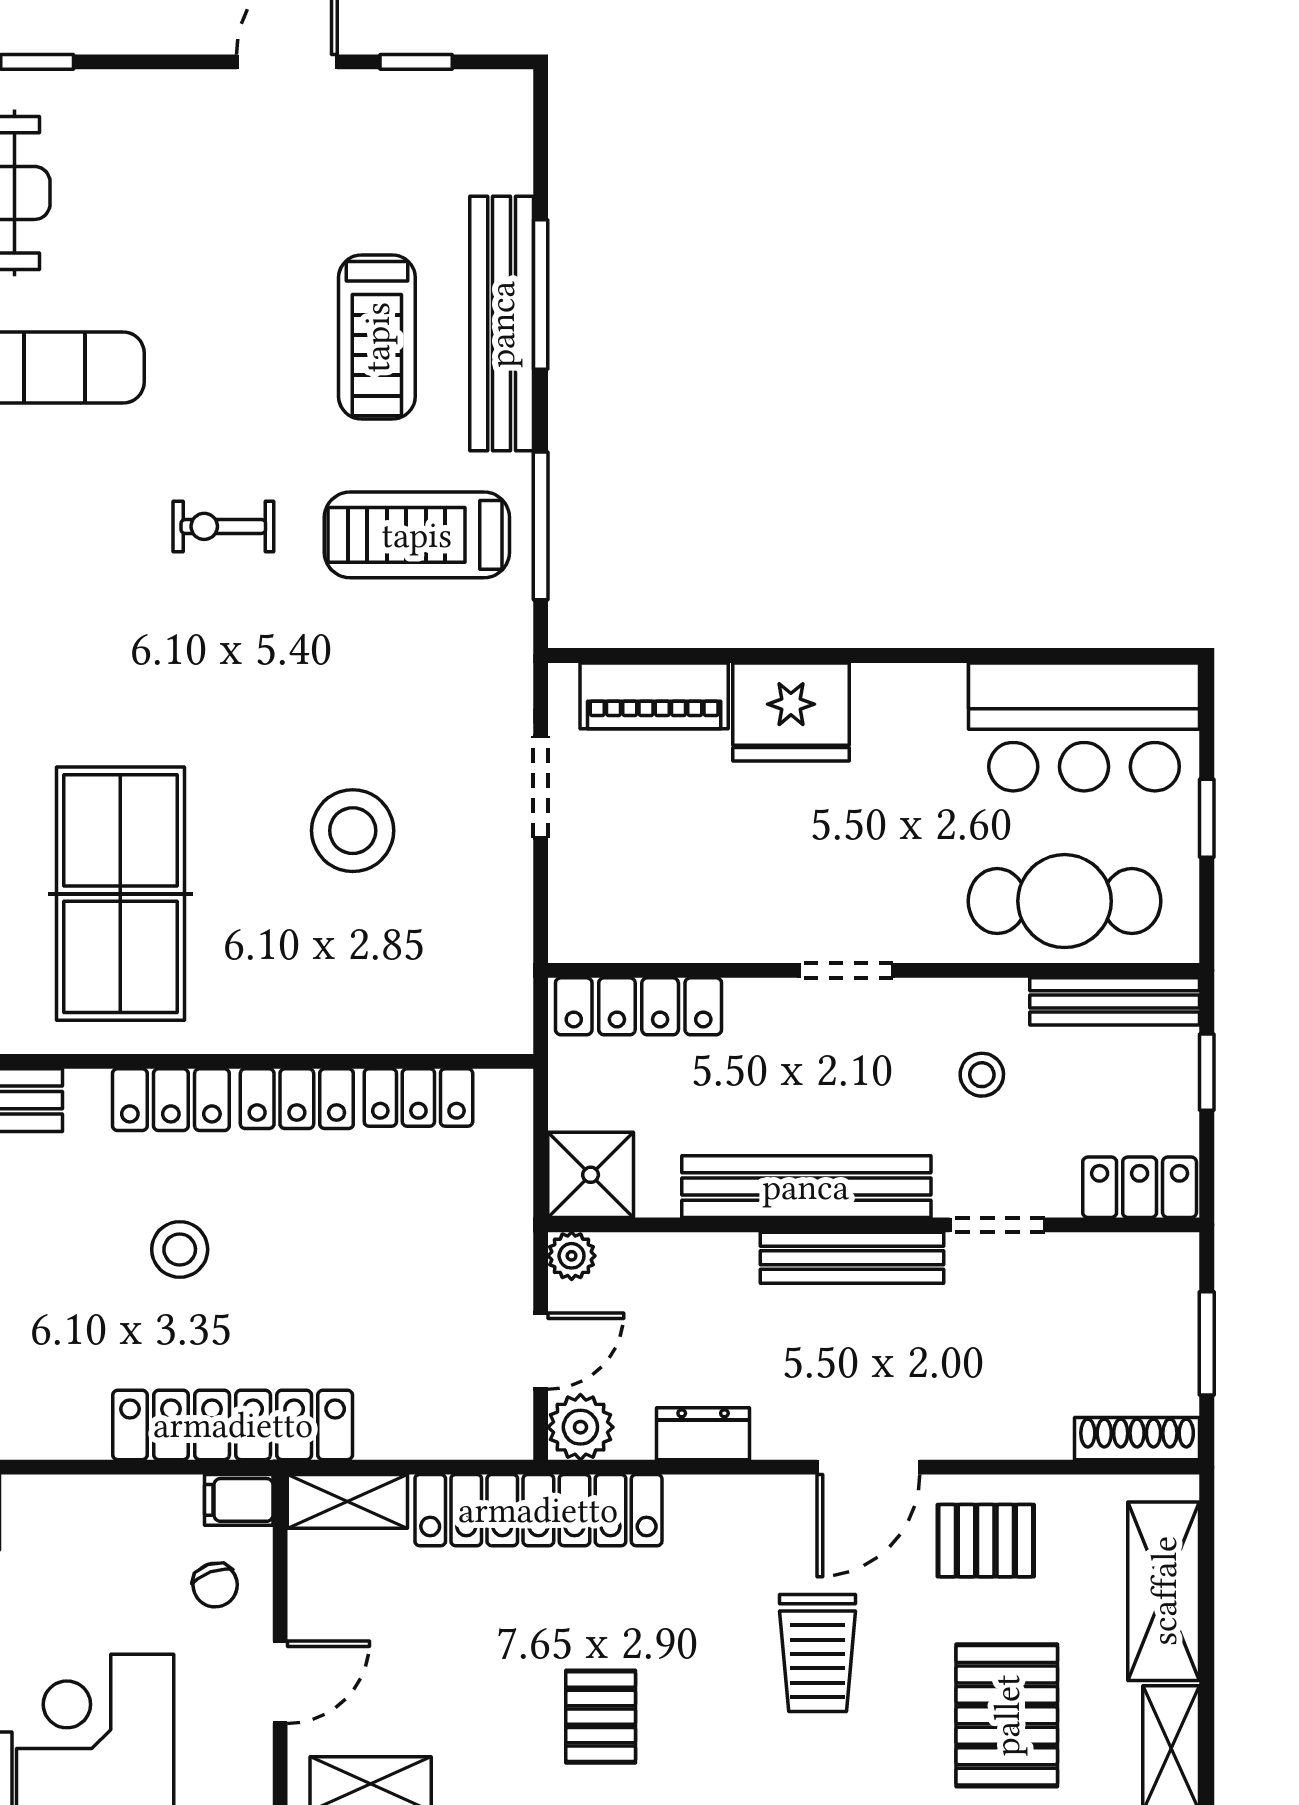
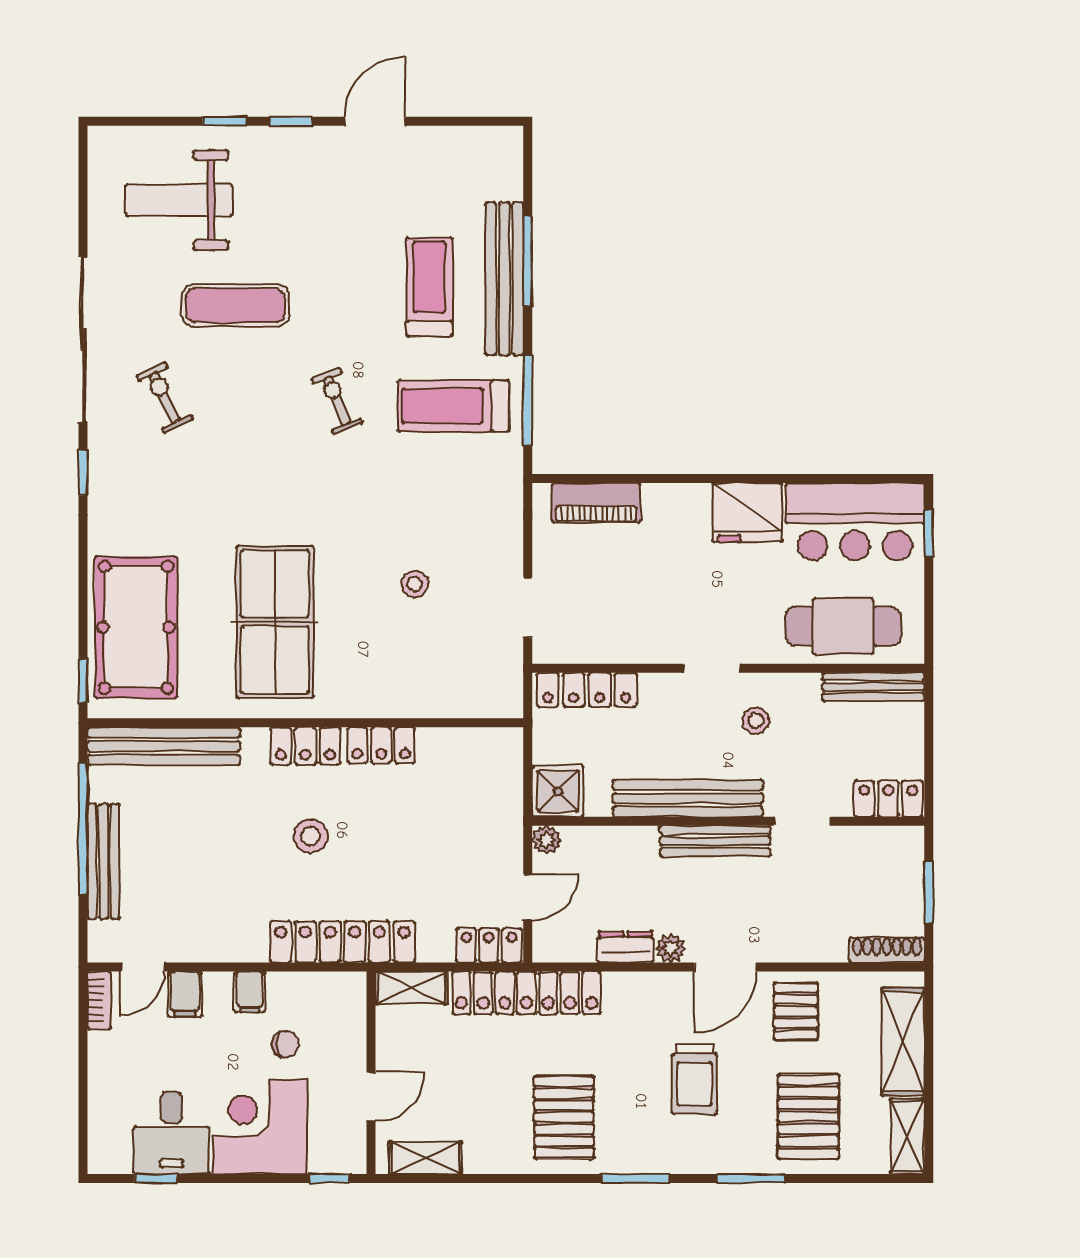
window: (416, 62) -> (291, 121), moved
treadmill: (377, 337) -> (429, 287), turned 180
exercise bike: (223, 526) -> (337, 401), turned 68
fridge: (791, 712) -> (748, 513), moved
doorway: (541, 787) -> (528, 608), moved
window: (1207, 818) -> (929, 533), moved
stool: (353, 831) -> (415, 584), width x0.53, depth x0.53
window: (1207, 1072) -> (929, 729), removed
stool: (982, 1075) -> (756, 721), moved
locker: (418, 1097) -> (489, 945), moved, turned 180
plant: (580, 1427) -> (671, 948), moved, width x0.73, depth x0.73
filing cabinet: (239, 1500) -> (250, 992), moved, turned -90
pallet: (986, 1541) -> (796, 1011), turned 90
chair: (215, 1585) -> (285, 1044), moved, turned -71
pallet: (601, 1717) -> (564, 1117), width x1.50, depth x1.42

